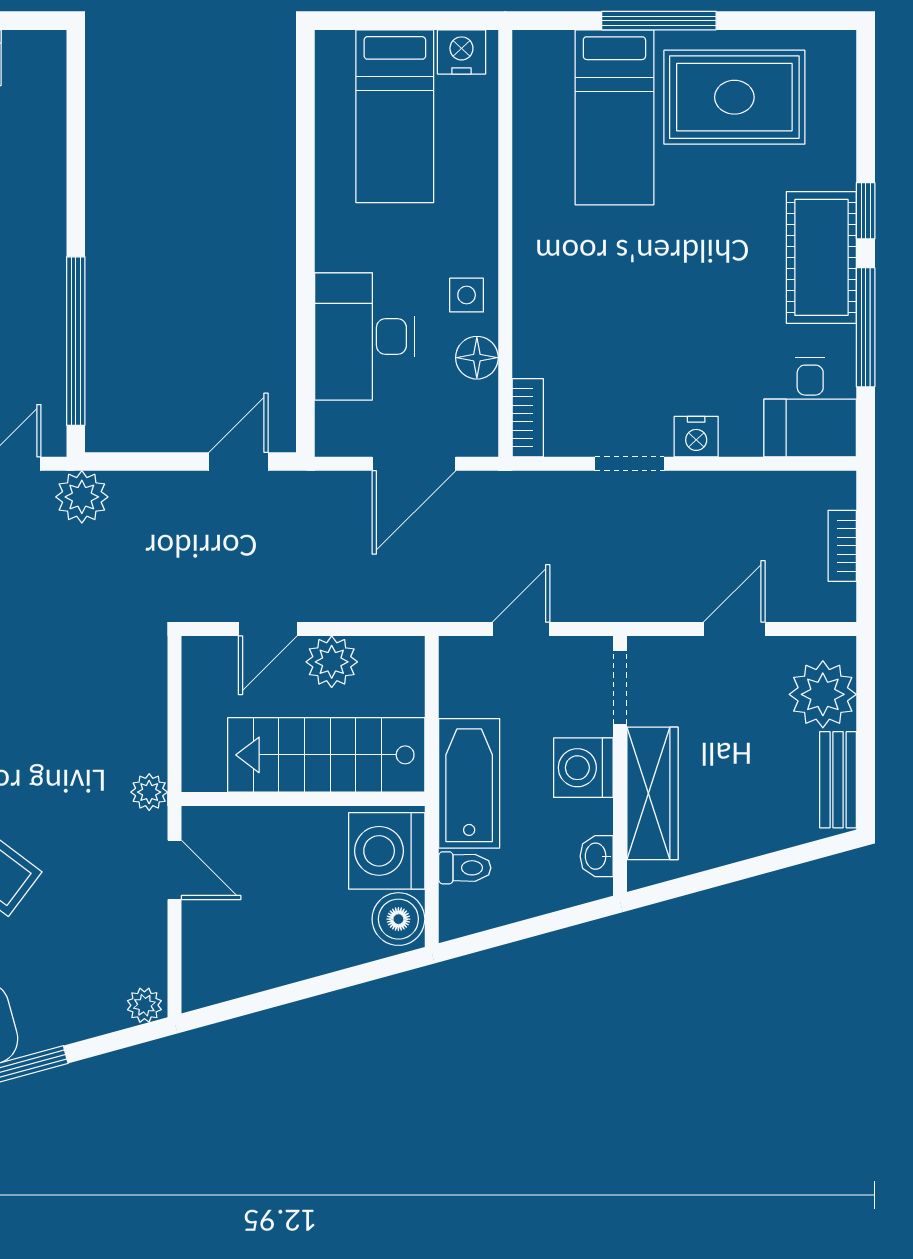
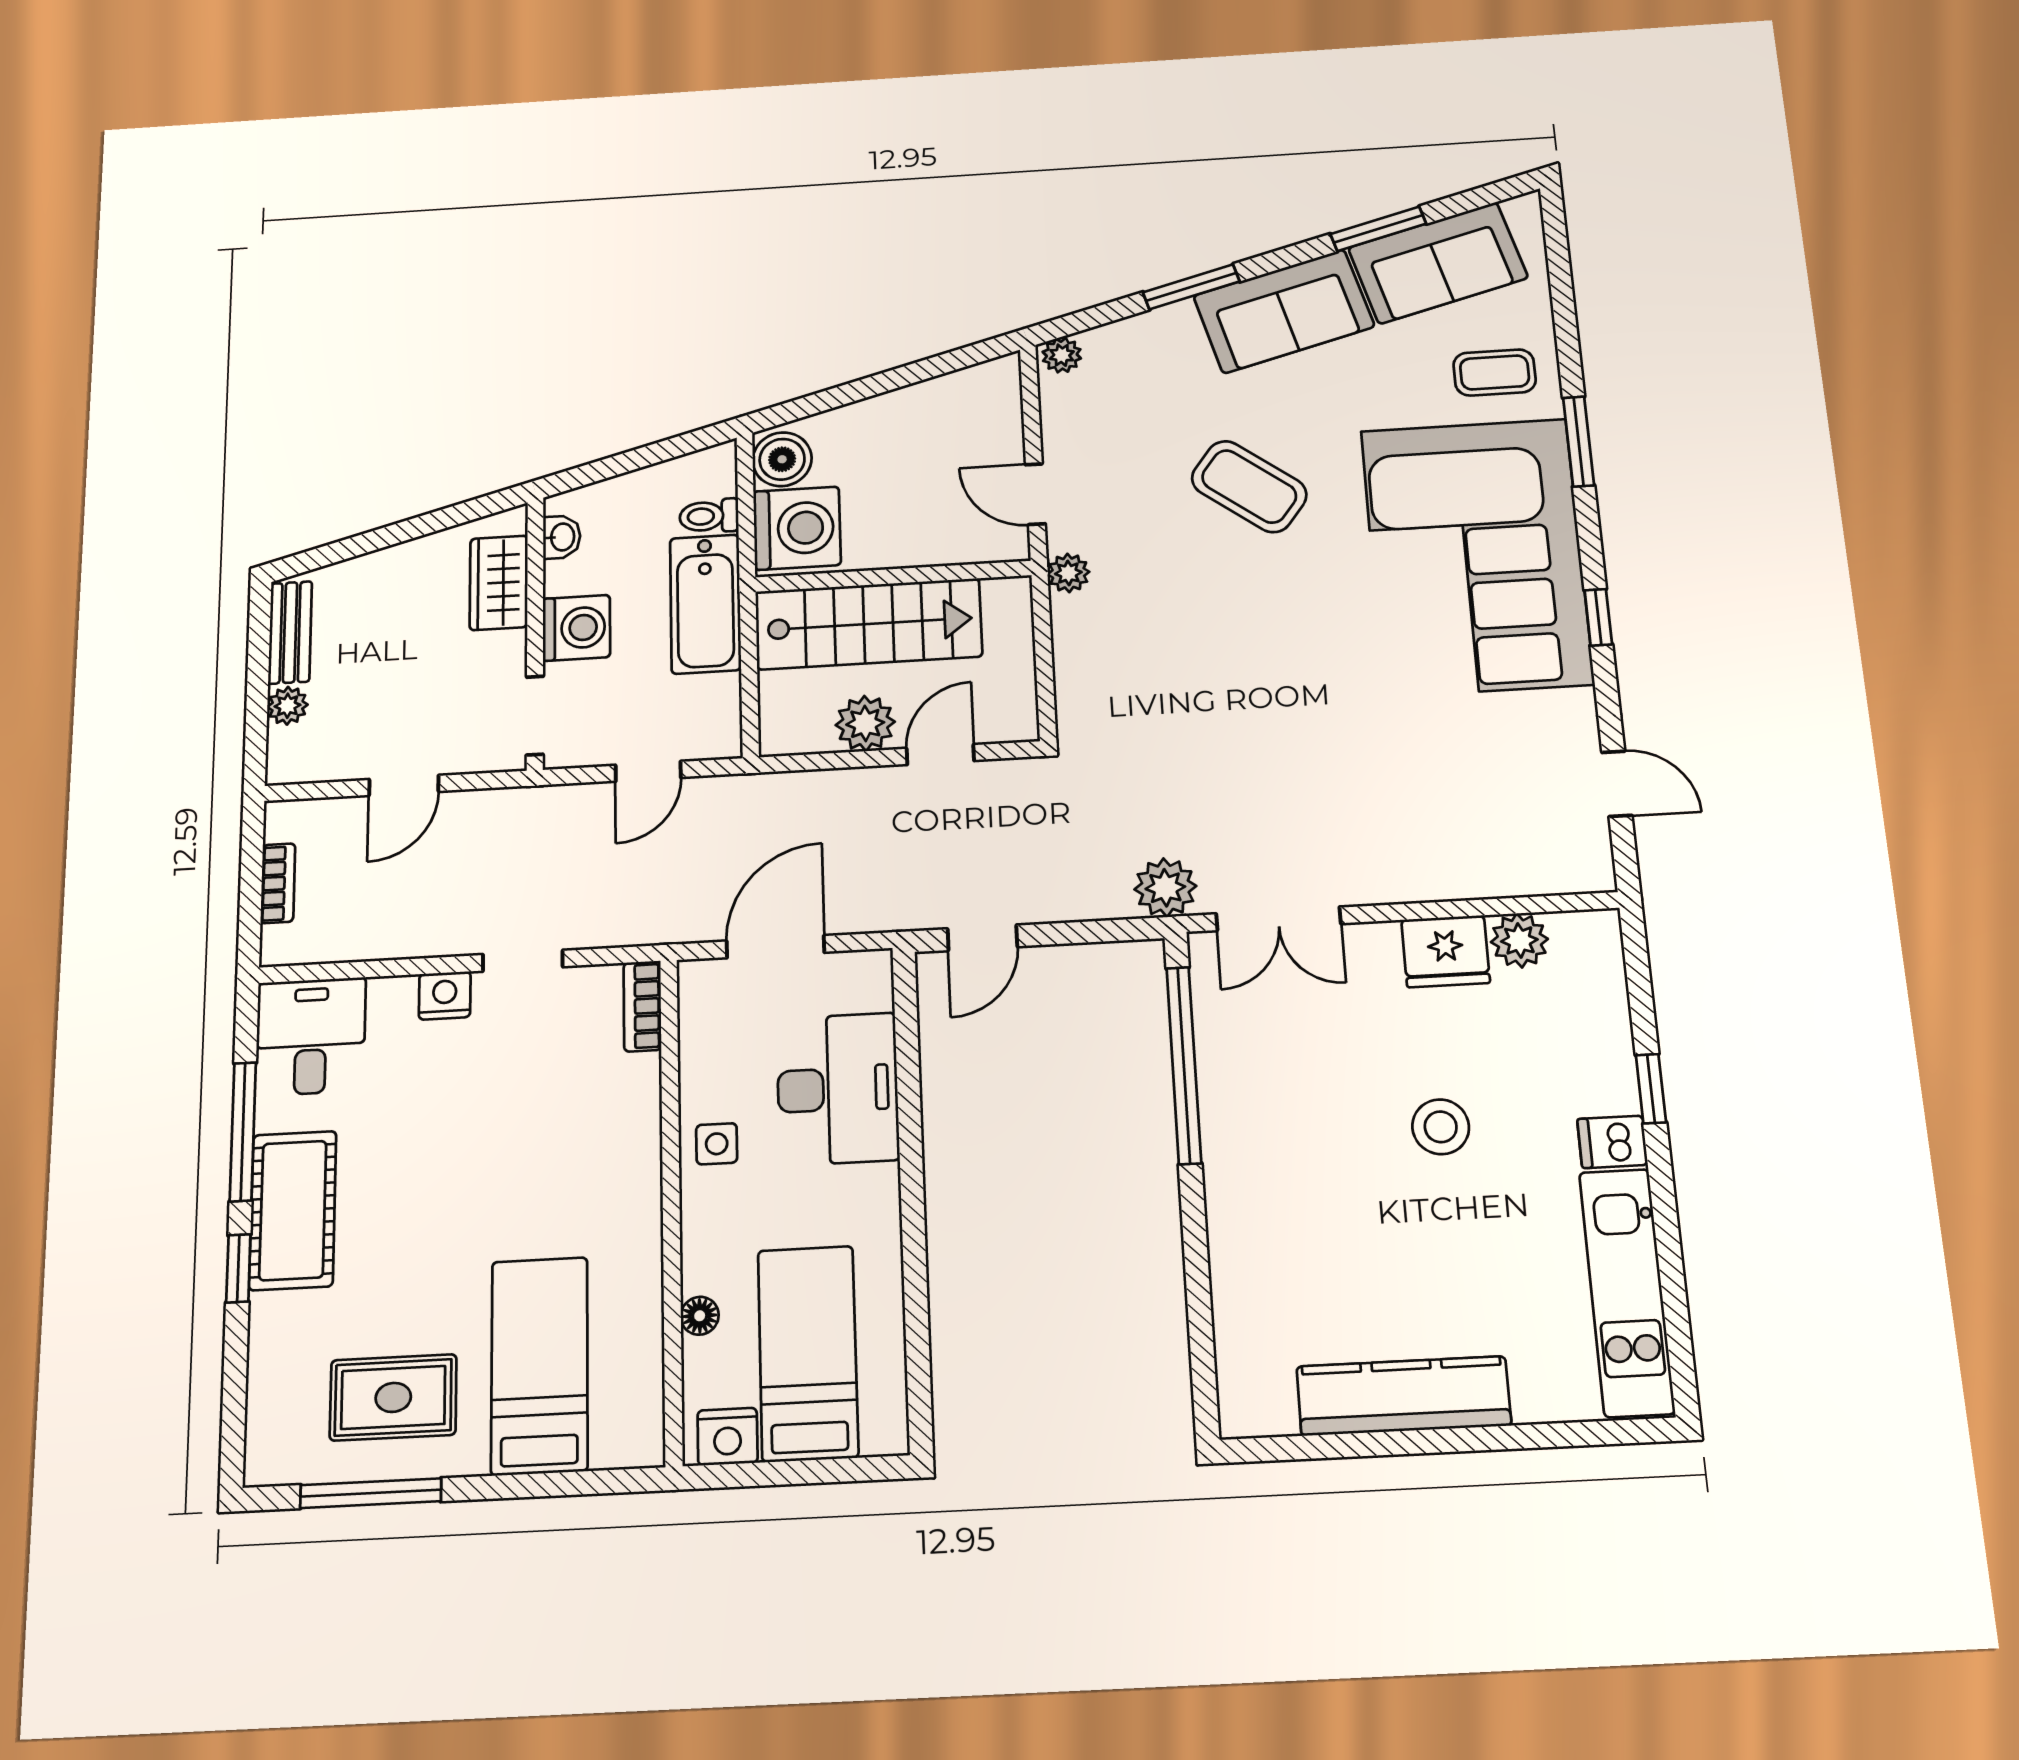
window: (659, 21) -> (371, 1493), moved
rug: (734, 97) -> (393, 1397), width x0.73, depth x0.70
floor lamp: (477, 358) -> (700, 1316), moved, width x0.73, depth x0.73
plant: (823, 694) -> (287, 706), width x0.53, depth x0.53
wardrobe: (652, 793) -> (499, 583), width x0.67

